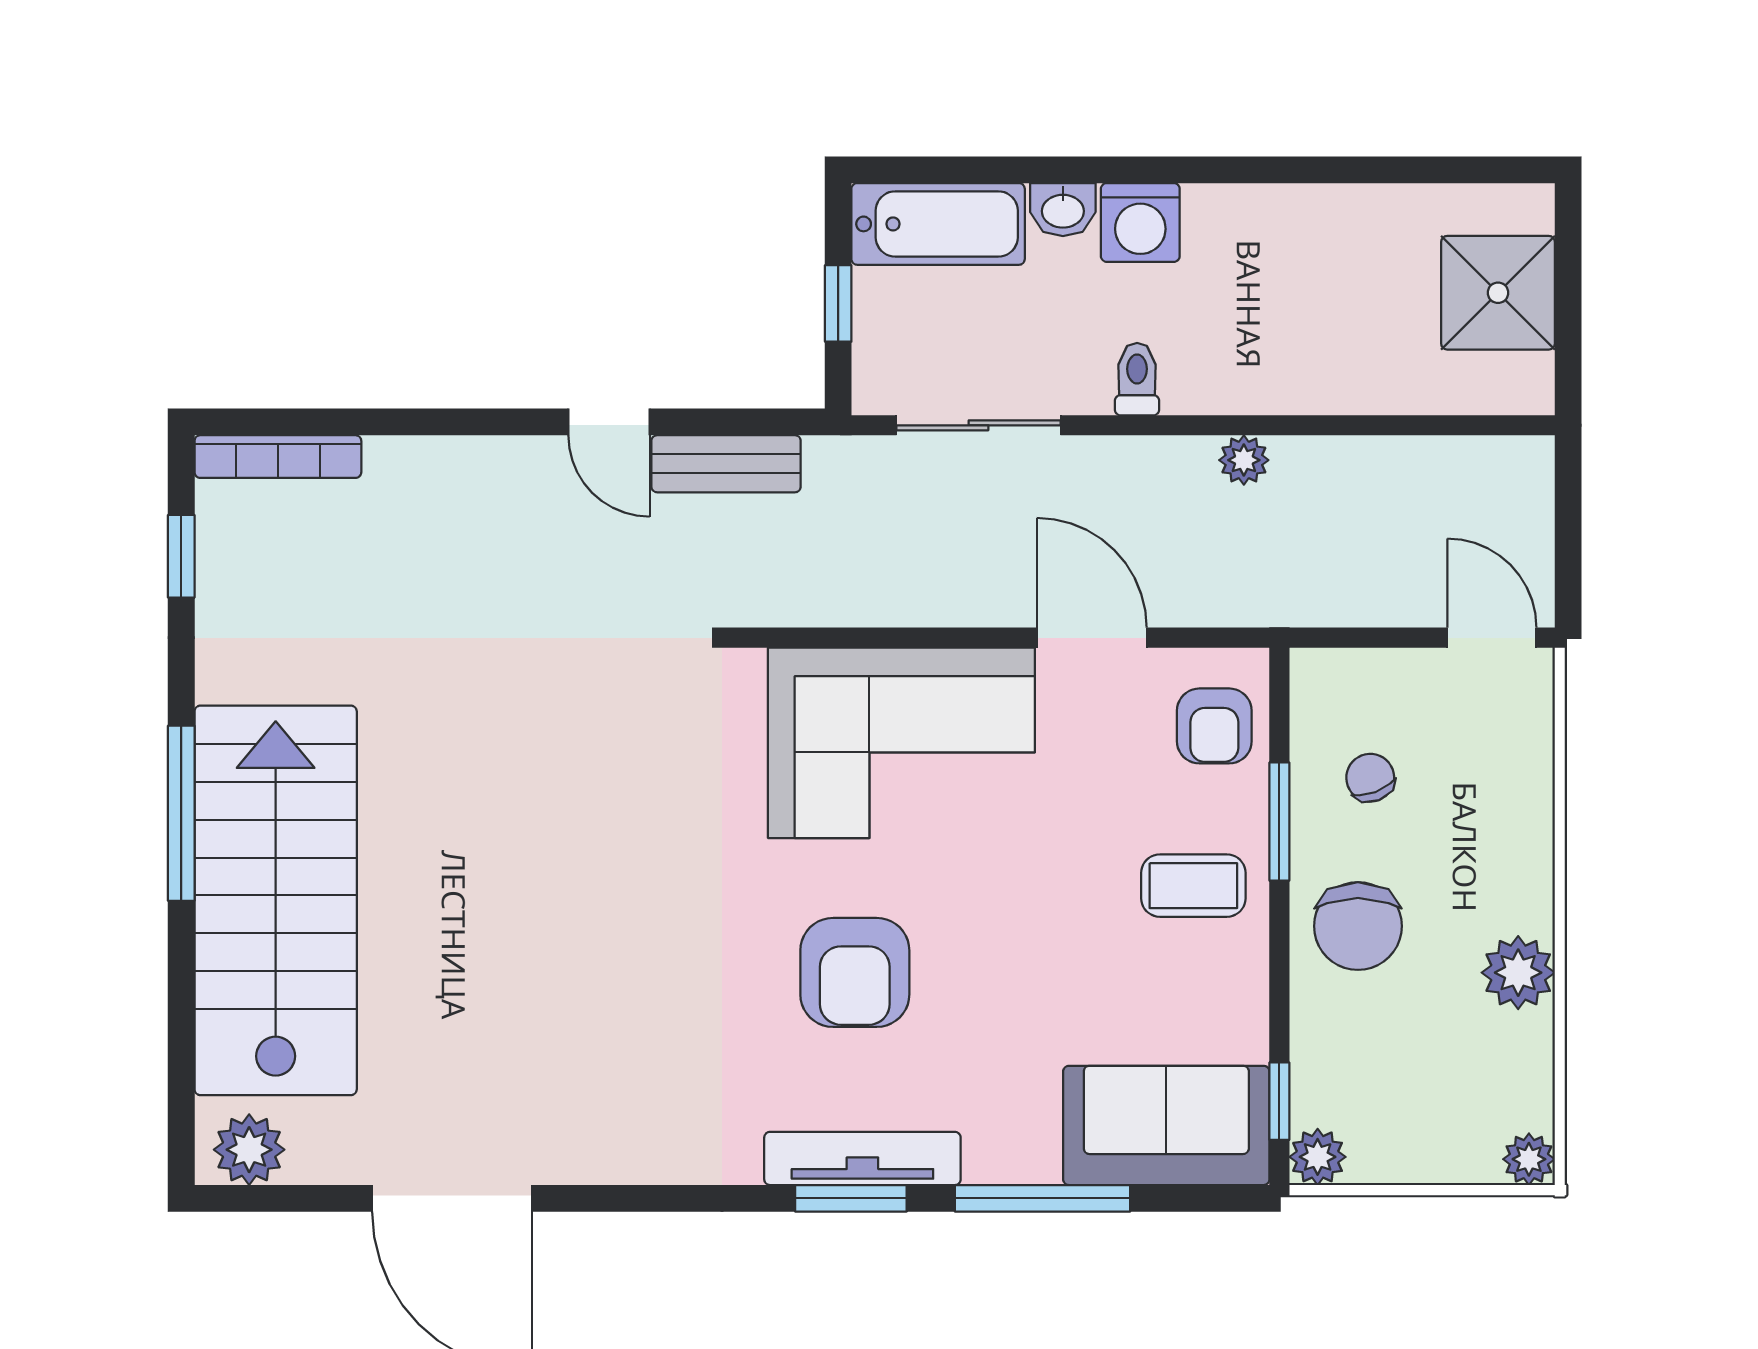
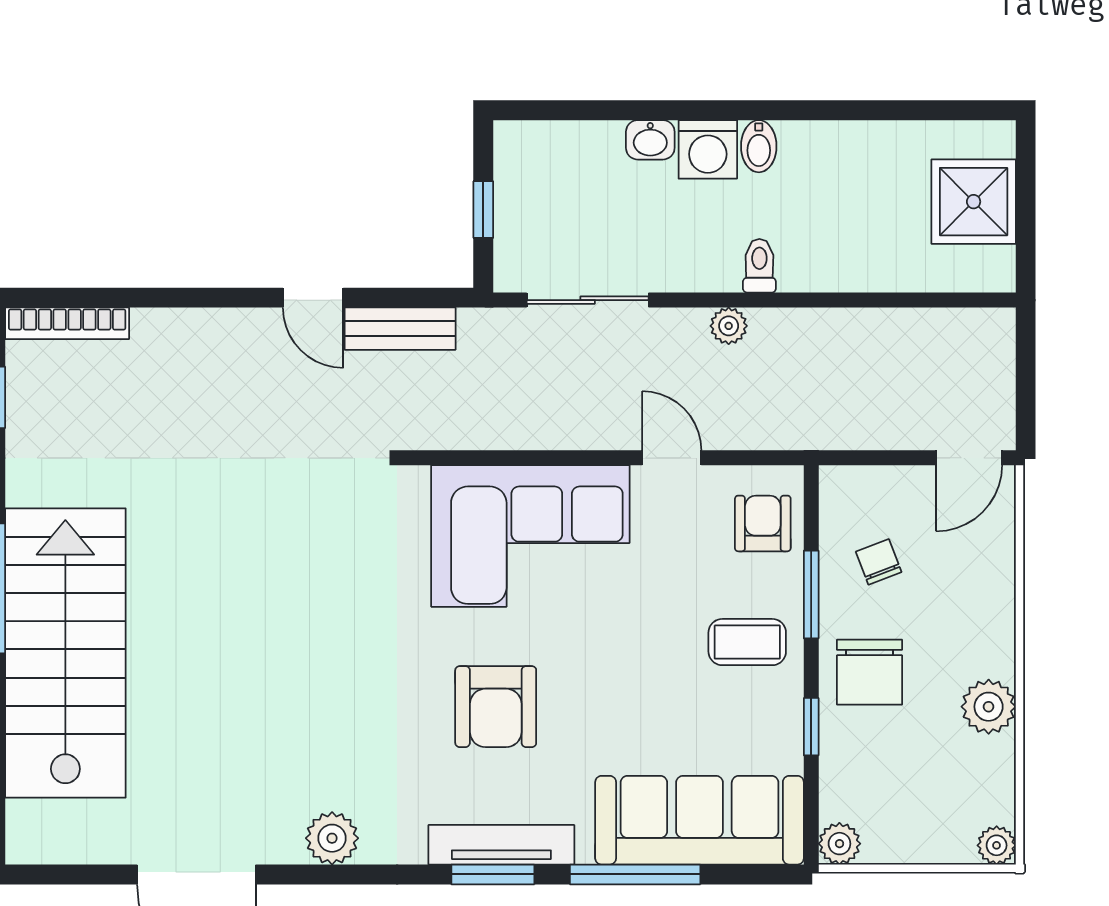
bidet: (1209, 218) -> (759, 146), added
bathtub: (938, 224) -> (558, 151), removed
toilet: (1137, 379) -> (759, 266), moved
plant: (1244, 460) -> (729, 326), moved
door: (1092, 638) -> (672, 458), width x0.73
door: (1492, 638) -> (969, 458), swing flipped
armchair: (1214, 726) -> (763, 523), turned 180
window: (1279, 1101) -> (811, 727), moved
sofa: (1166, 1125) -> (699, 820), width x1.36
plant: (249, 1150) -> (332, 838), moved

